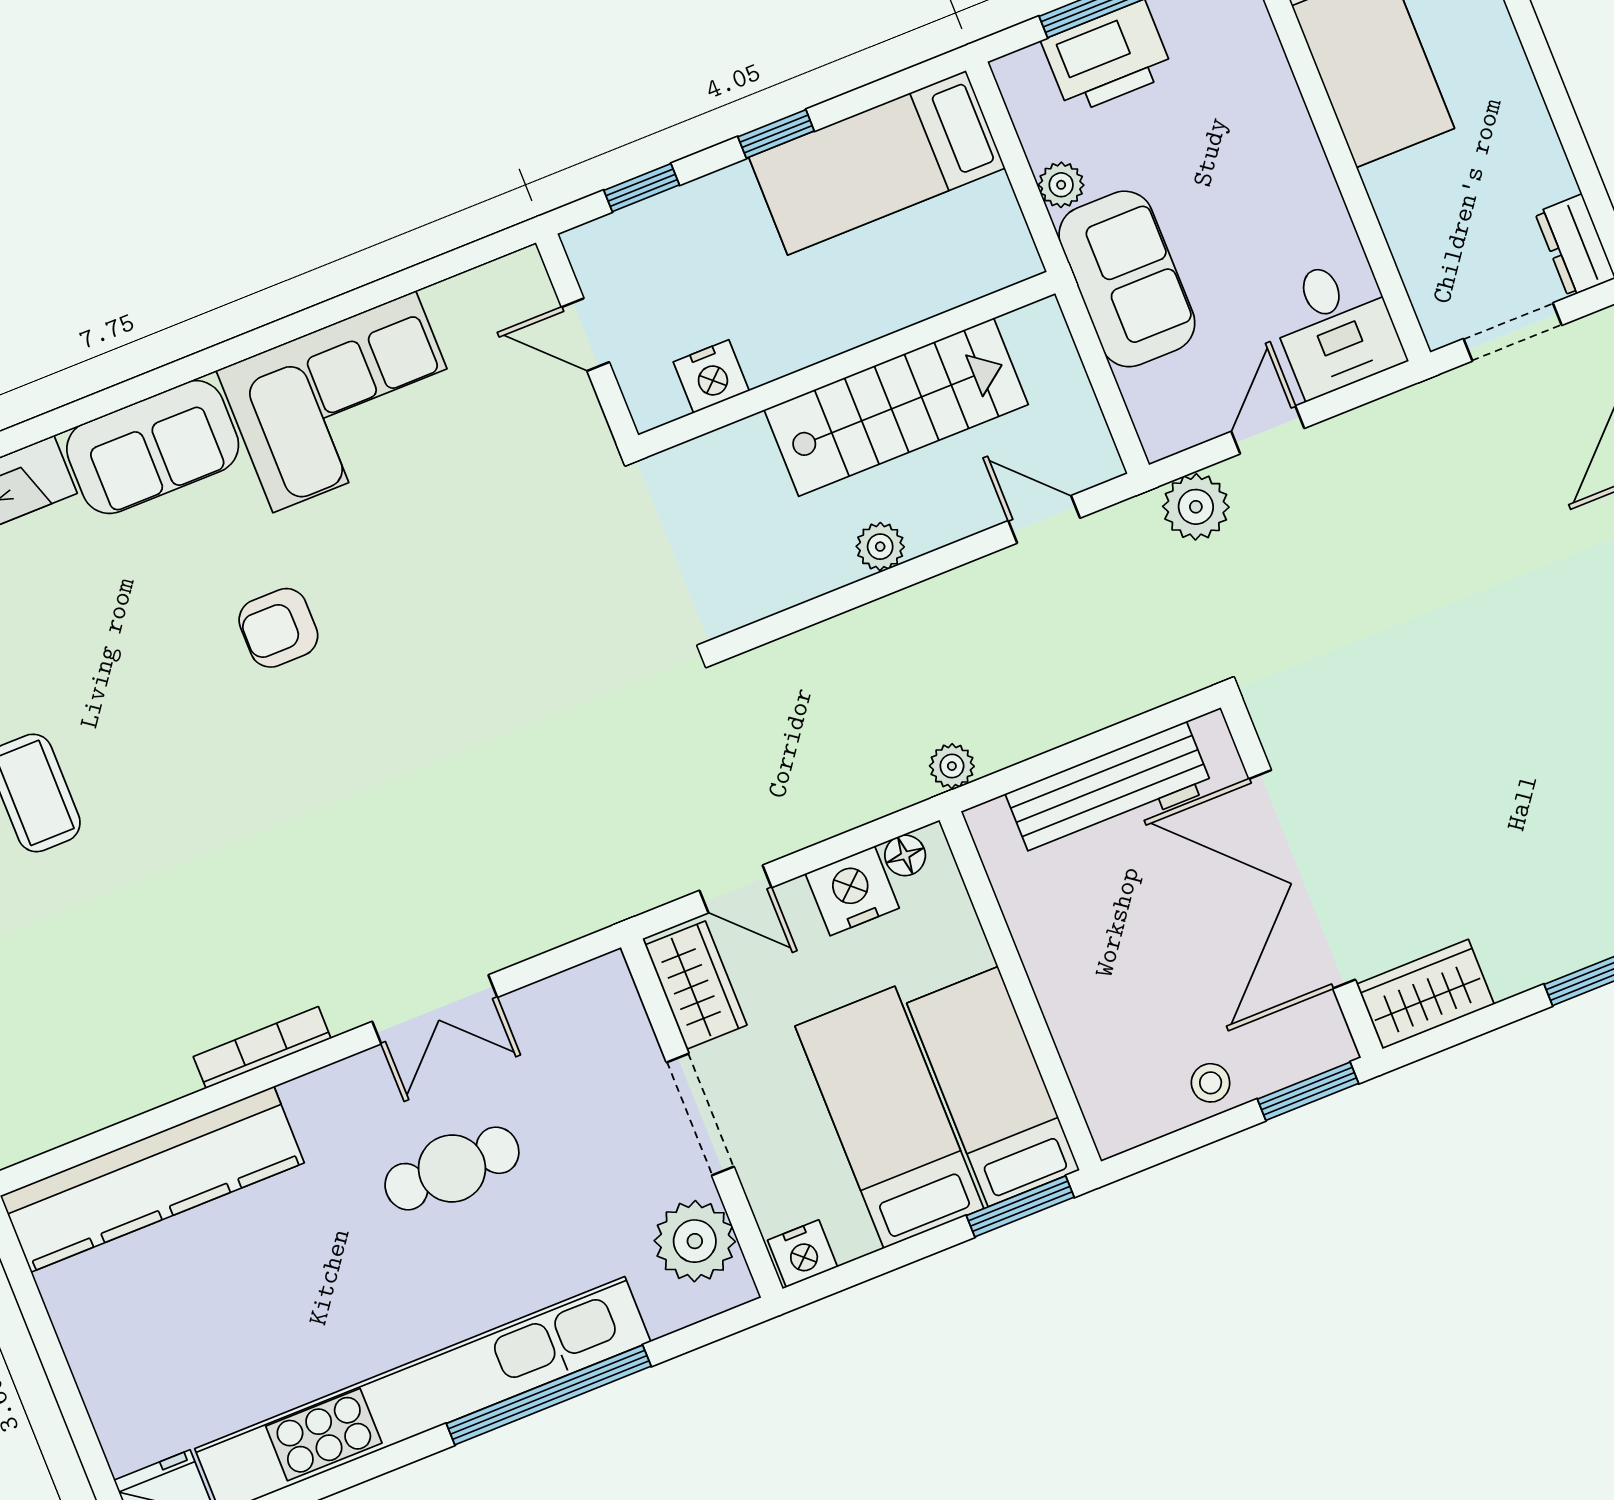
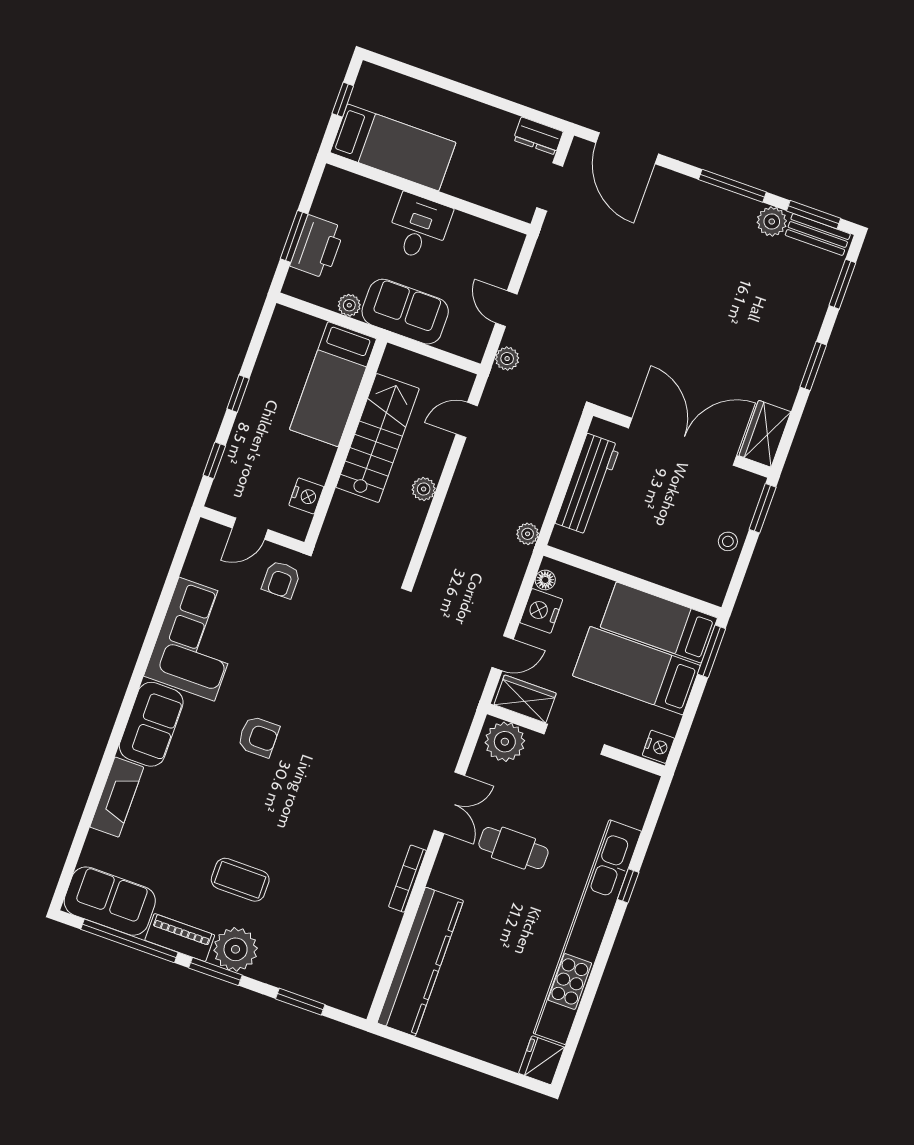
bed: (877, 163) -> (333, 384), moved
desk: (1335, 326) -> (419, 227), moved, turned -90
armchair: (550, 451) -> (281, 579), added
plant: (1196, 507) -> (507, 359), width x0.73, depth x0.73
armchair: (278, 628) -> (258, 737), turned -90
double door: (1302, 879) -> (683, 442), swing flipped
cafe table: (452, 1168) -> (513, 848), turned 90
plant: (695, 1241) -> (505, 742), moved
window: (549, 1395) -> (628, 886), width x0.32

